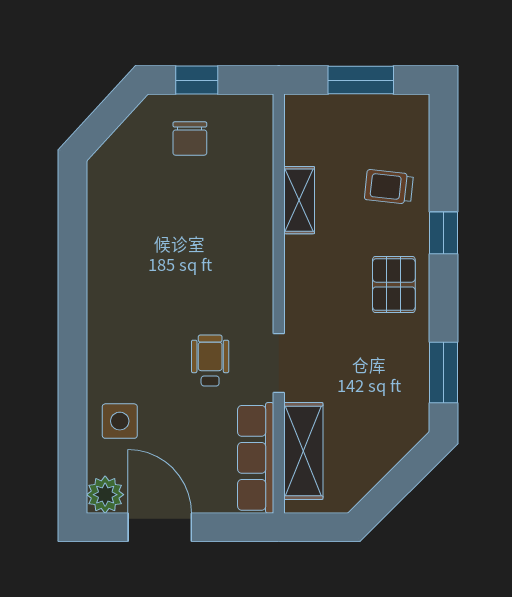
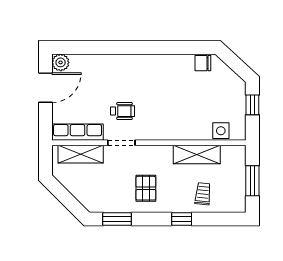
chair: (190, 139) -> (203, 63), moved
shelving: (299, 200) -> (197, 155), width x1.50, depth x1.33
pallet: (394, 285) -> (146, 188), moved, turned 90
side table: (120, 421) -> (221, 131), moved

